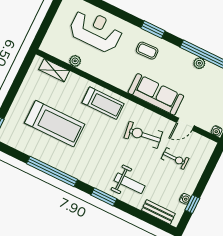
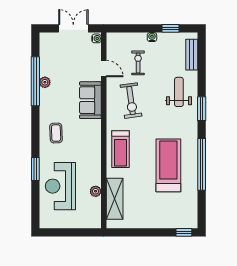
window: (153, 30) -> (35, 169), moved
shelving: (54, 70) -> (115, 199), width x1.50, depth x1.33
sofa: (156, 94) -> (90, 100), width x0.73
treadmill: (103, 103) -> (120, 149), turned 180
treadmill: (55, 124) -> (168, 165), moved
water cooler: (185, 199) -> (152, 37), moved

